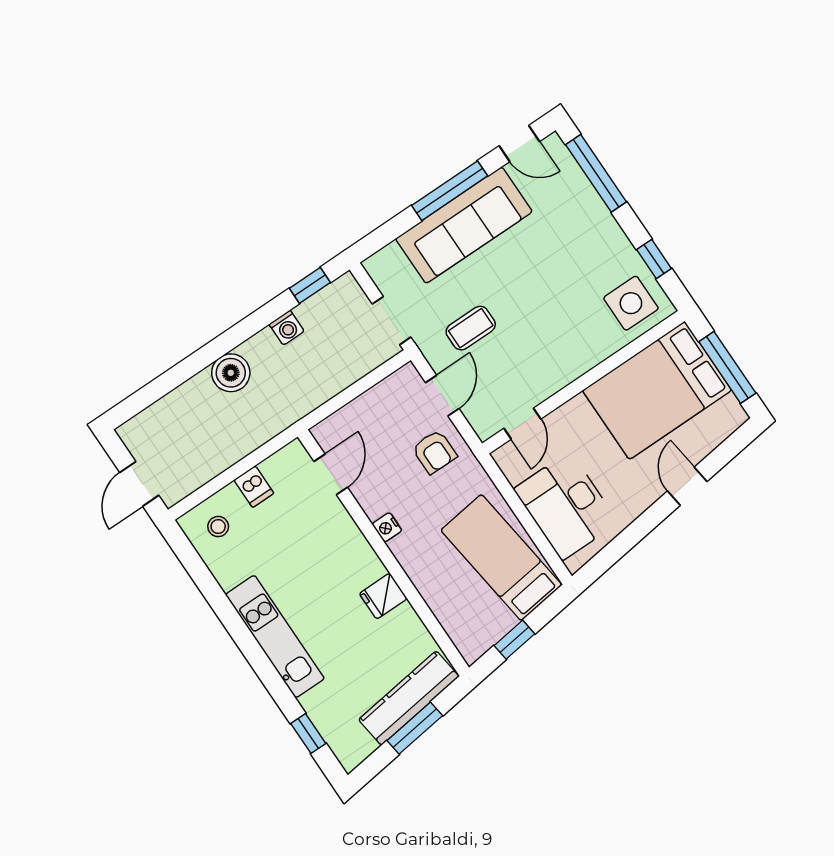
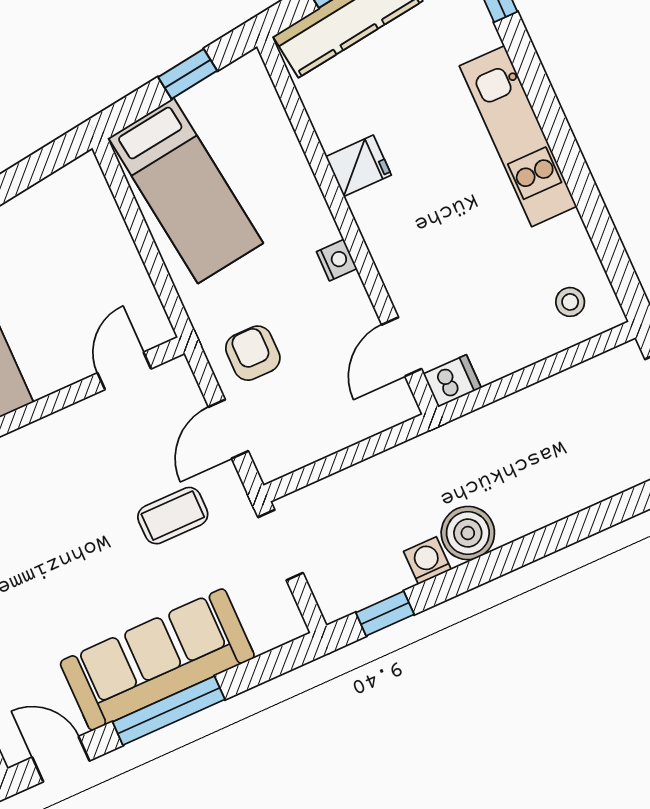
boiler: (231, 373) -> (468, 533), moved
dishwasher: (254, 487) -> (452, 381), moved, turned 90
desk: (566, 506) -> (84, 247), removed

